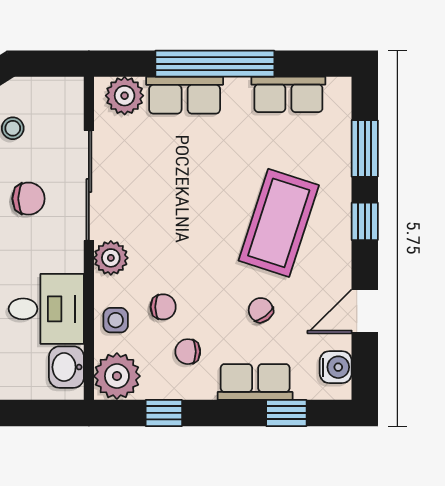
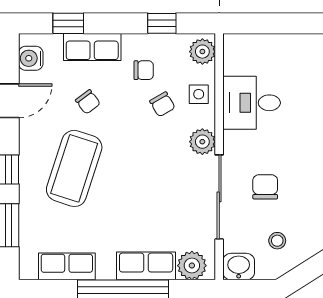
chair: (28, 199) -> (265, 187), turned 90
chair: (163, 307) -> (162, 104), turned -120
washbasin: (66, 367) -> (239, 267), moved, turned -90
plant: (117, 376) -> (202, 52), width x0.73, depth x0.73

